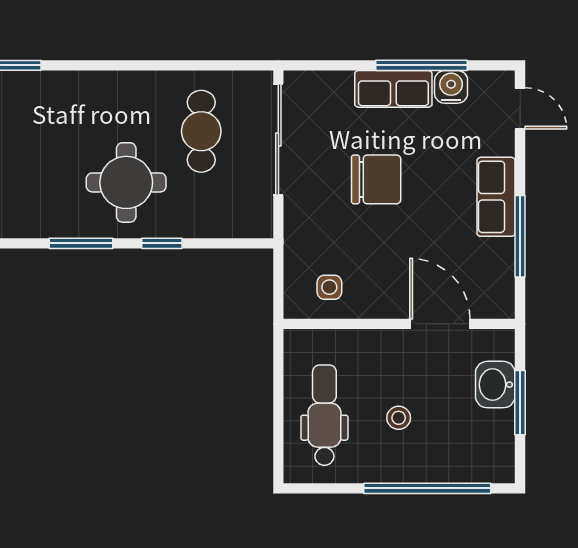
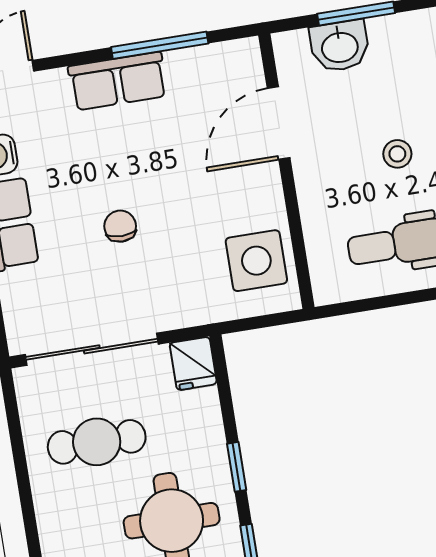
chair: (376, 179) -> (120, 226), width x0.54, depth x0.54
fridge: (253, 221) -> (193, 363), added
side table: (329, 287) -> (256, 261), width x1.87, depth x1.87

